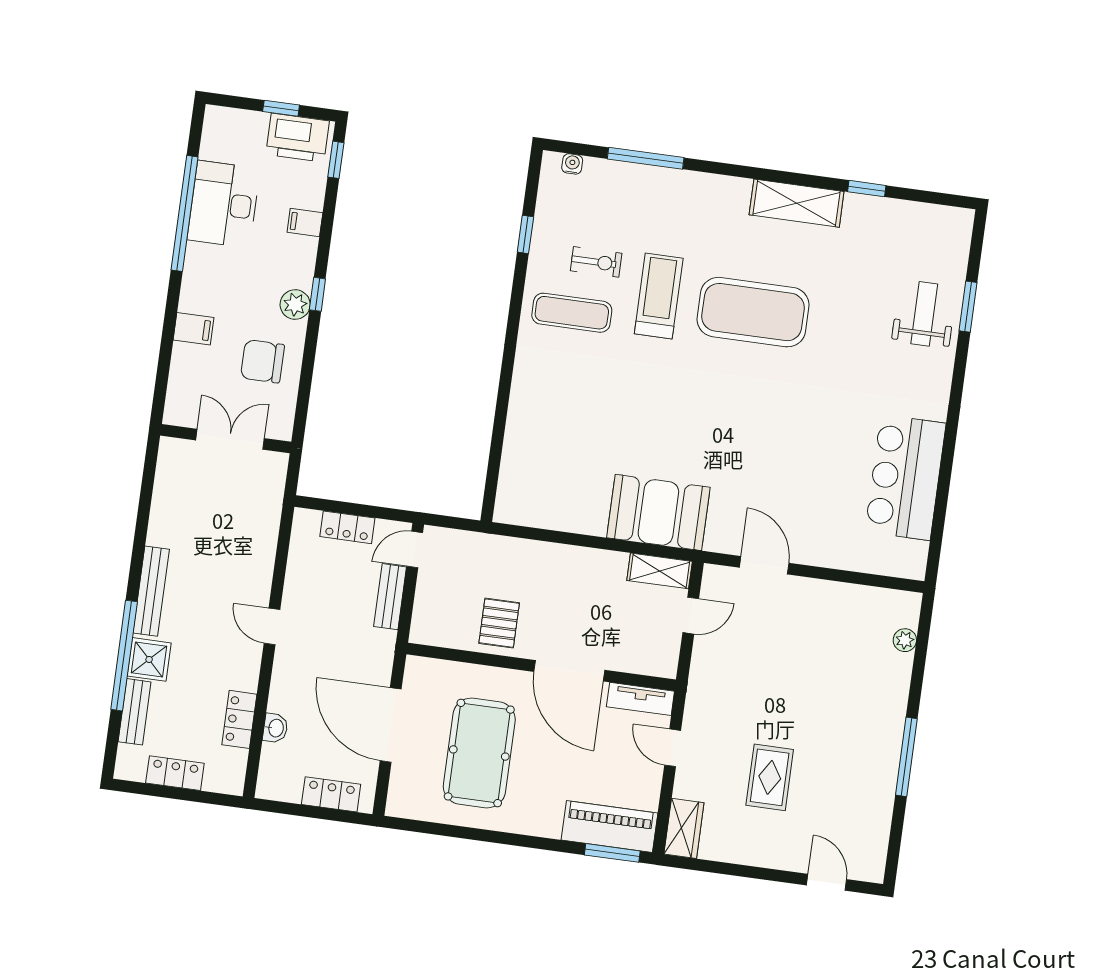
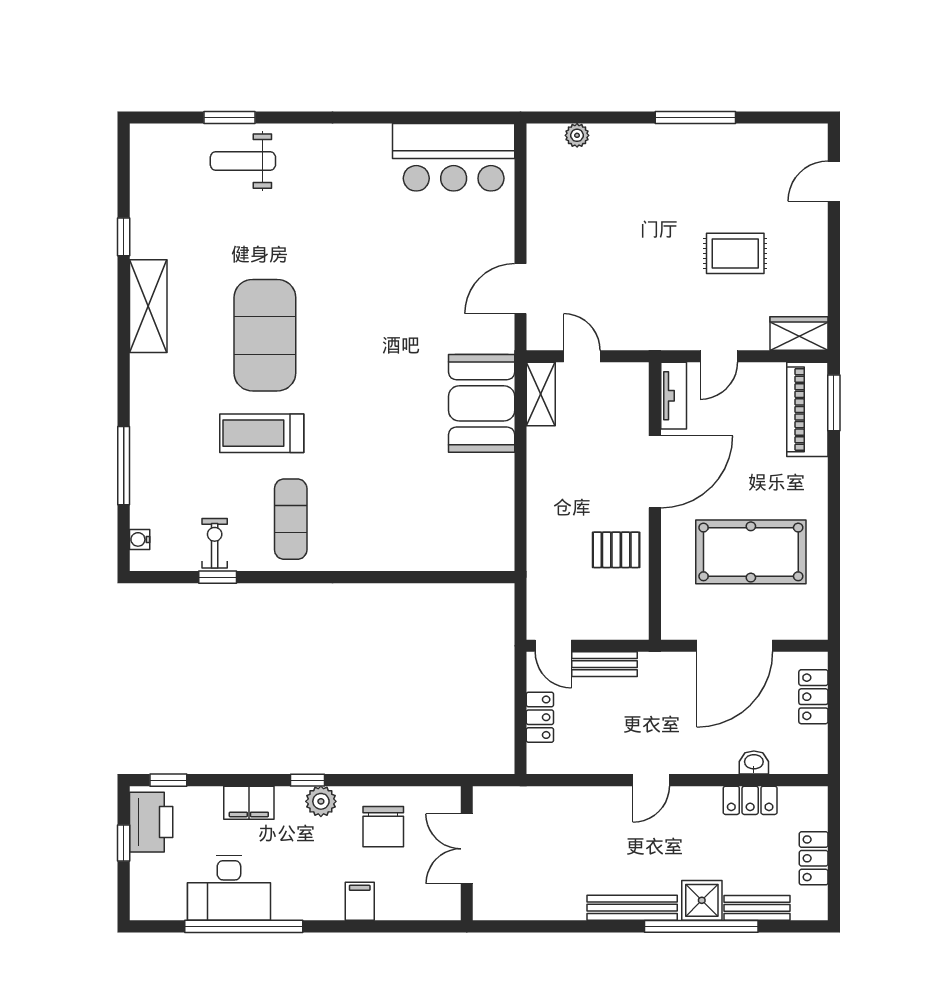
filing cabinet: (305, 223) -> (249, 803), width x2.00
exercise bike: (596, 262) -> (215, 543), moved
bar counter: (905, 478) -> (454, 157), moved

